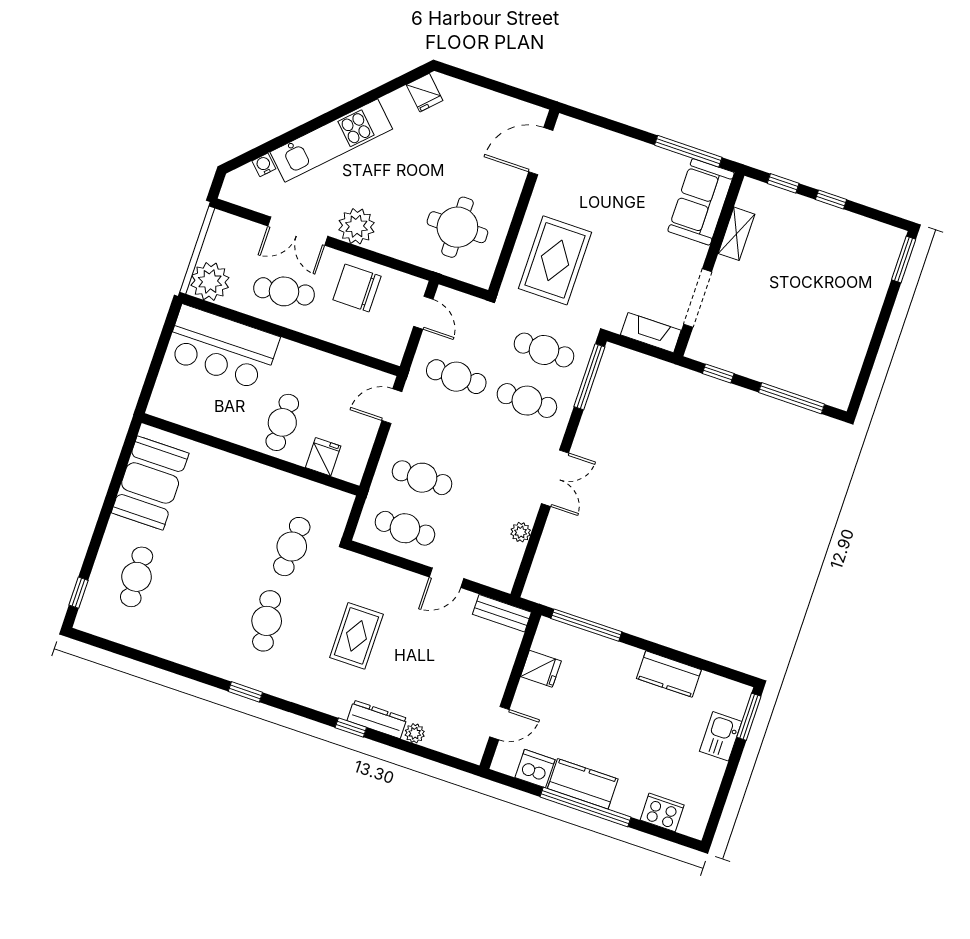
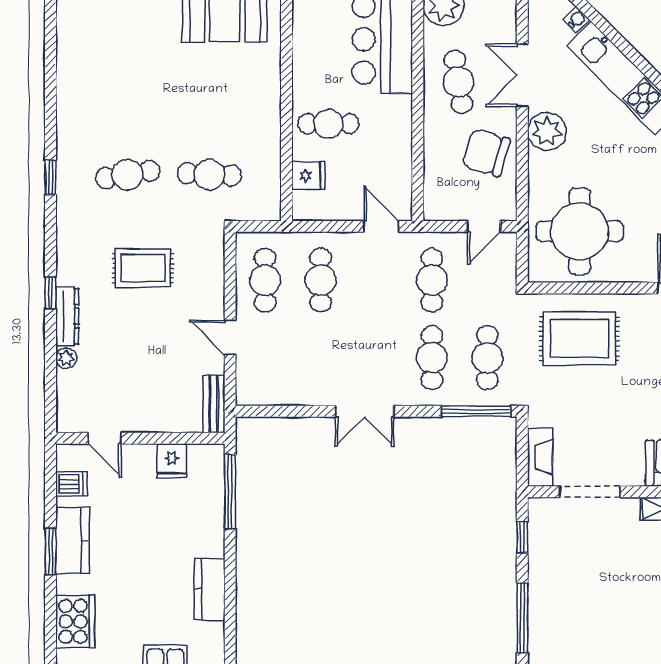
round table: (457, 227) -> (580, 231), width x1.36, depth x1.36
chair: (357, 288) -> (486, 153), turned -74
plant: (521, 532) -> (300, 395), removed
cafe table: (137, 577) -> (128, 32), removed
dishwasher: (535, 769) -> (72, 484), width x0.73
window: (585, 807) -> (51, 551), width x0.47
cooker: (662, 812) -> (75, 621), width x1.37, depth x1.31

